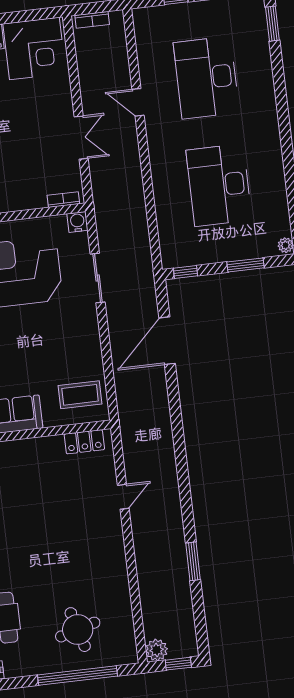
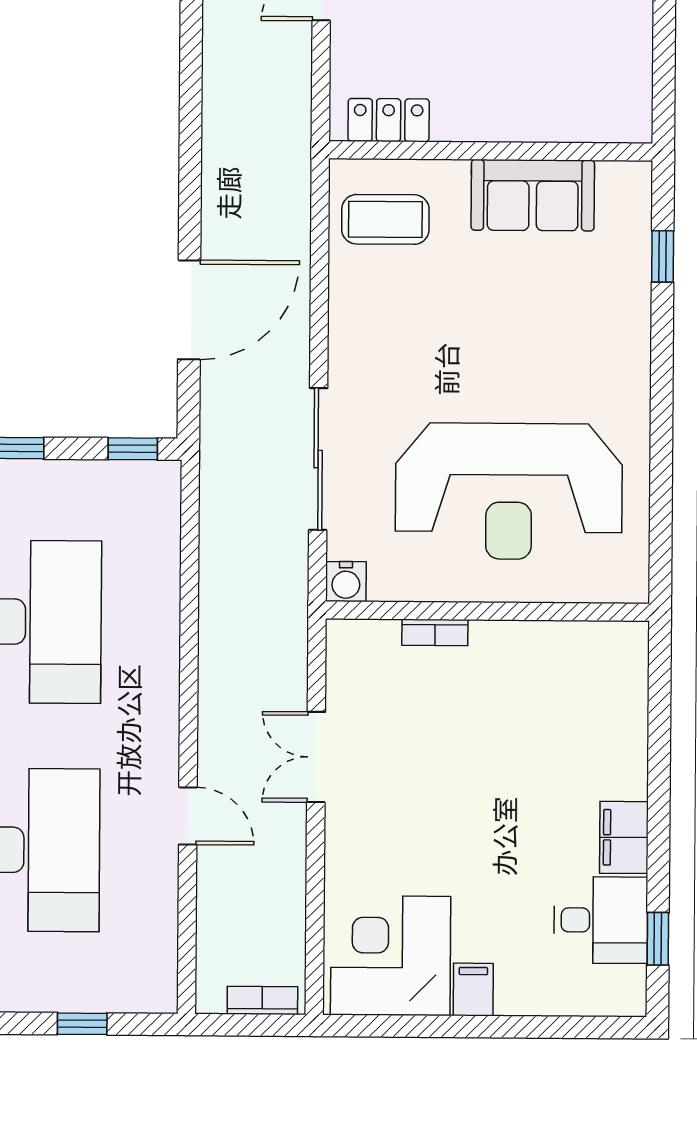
bookcase: (63, 200) -> (435, 632), moved
sliding door: (98, 278) -> (318, 459), width x1.37

